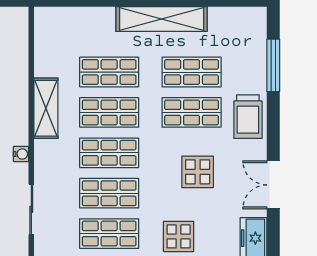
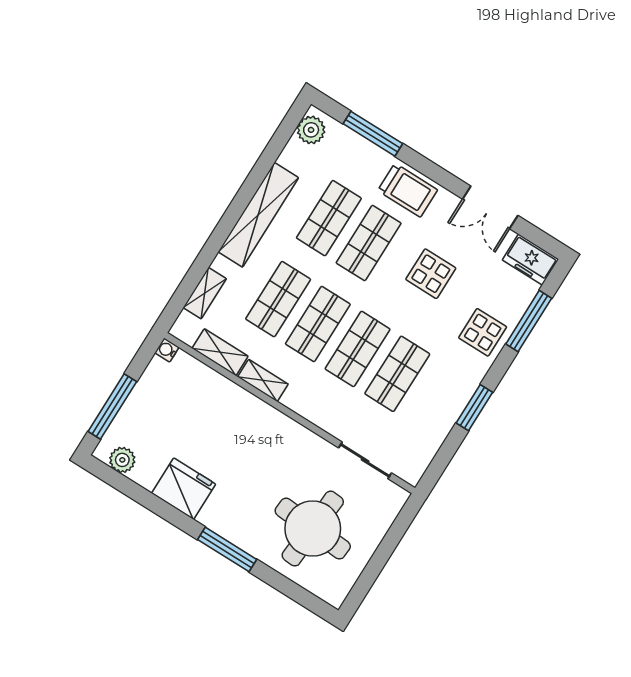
shelving: (80, 16) -> (205, 293), added
plant: (248, 19) -> (311, 130), added
shelving: (44, 54) -> (220, 352), added
shelving: (46, 108) -> (263, 380), width x0.67, depth x0.75
water cooler: (21, 154) -> (167, 350), moved, turned -90
shop shelf: (109, 234) -> (437, 399), removed

